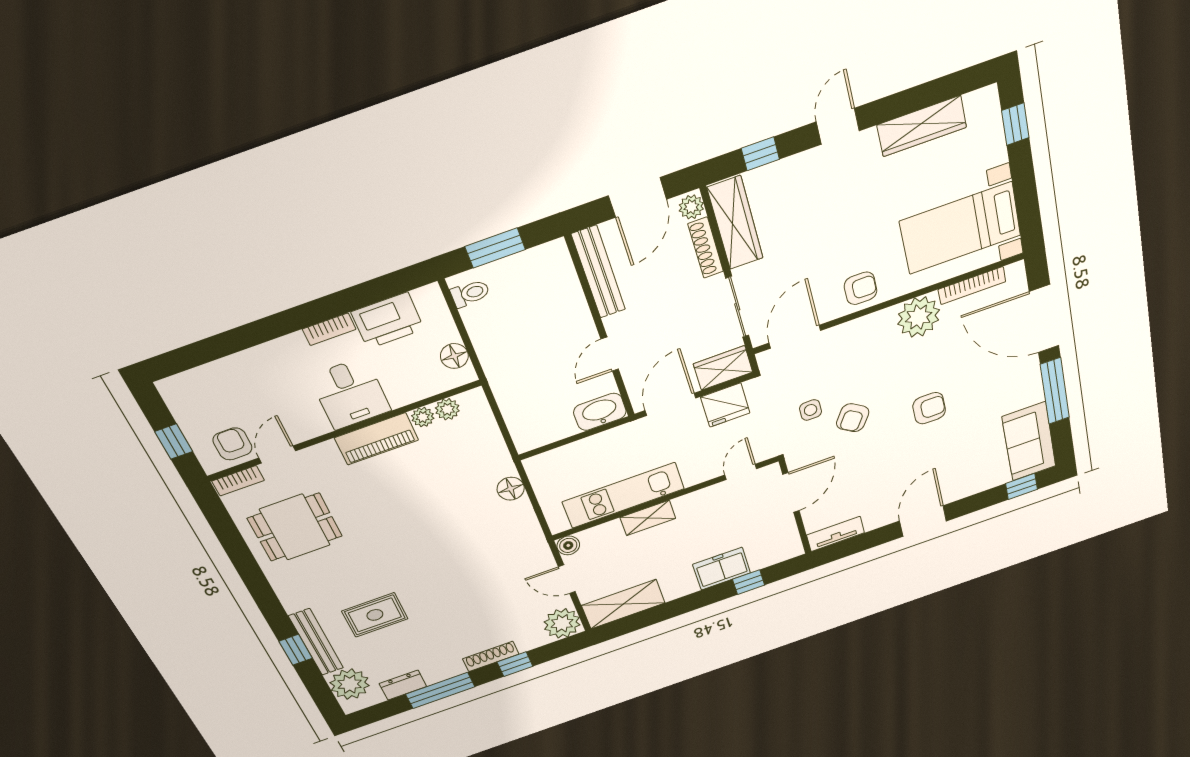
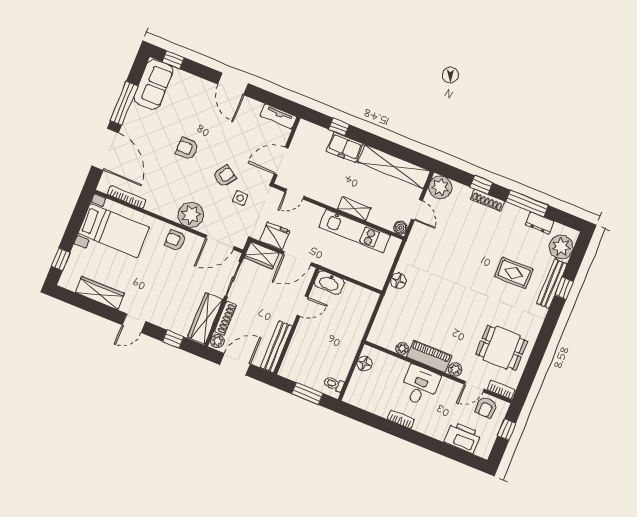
plant: (919, 317) -> (191, 215), moved
printer: (388, 321) -> (463, 437), moved
plant: (447, 409) -> (455, 370), moved
door: (923, 521) -> (233, 84), hinge flipped
shelving: (623, 604) -> (394, 167), width x1.47

